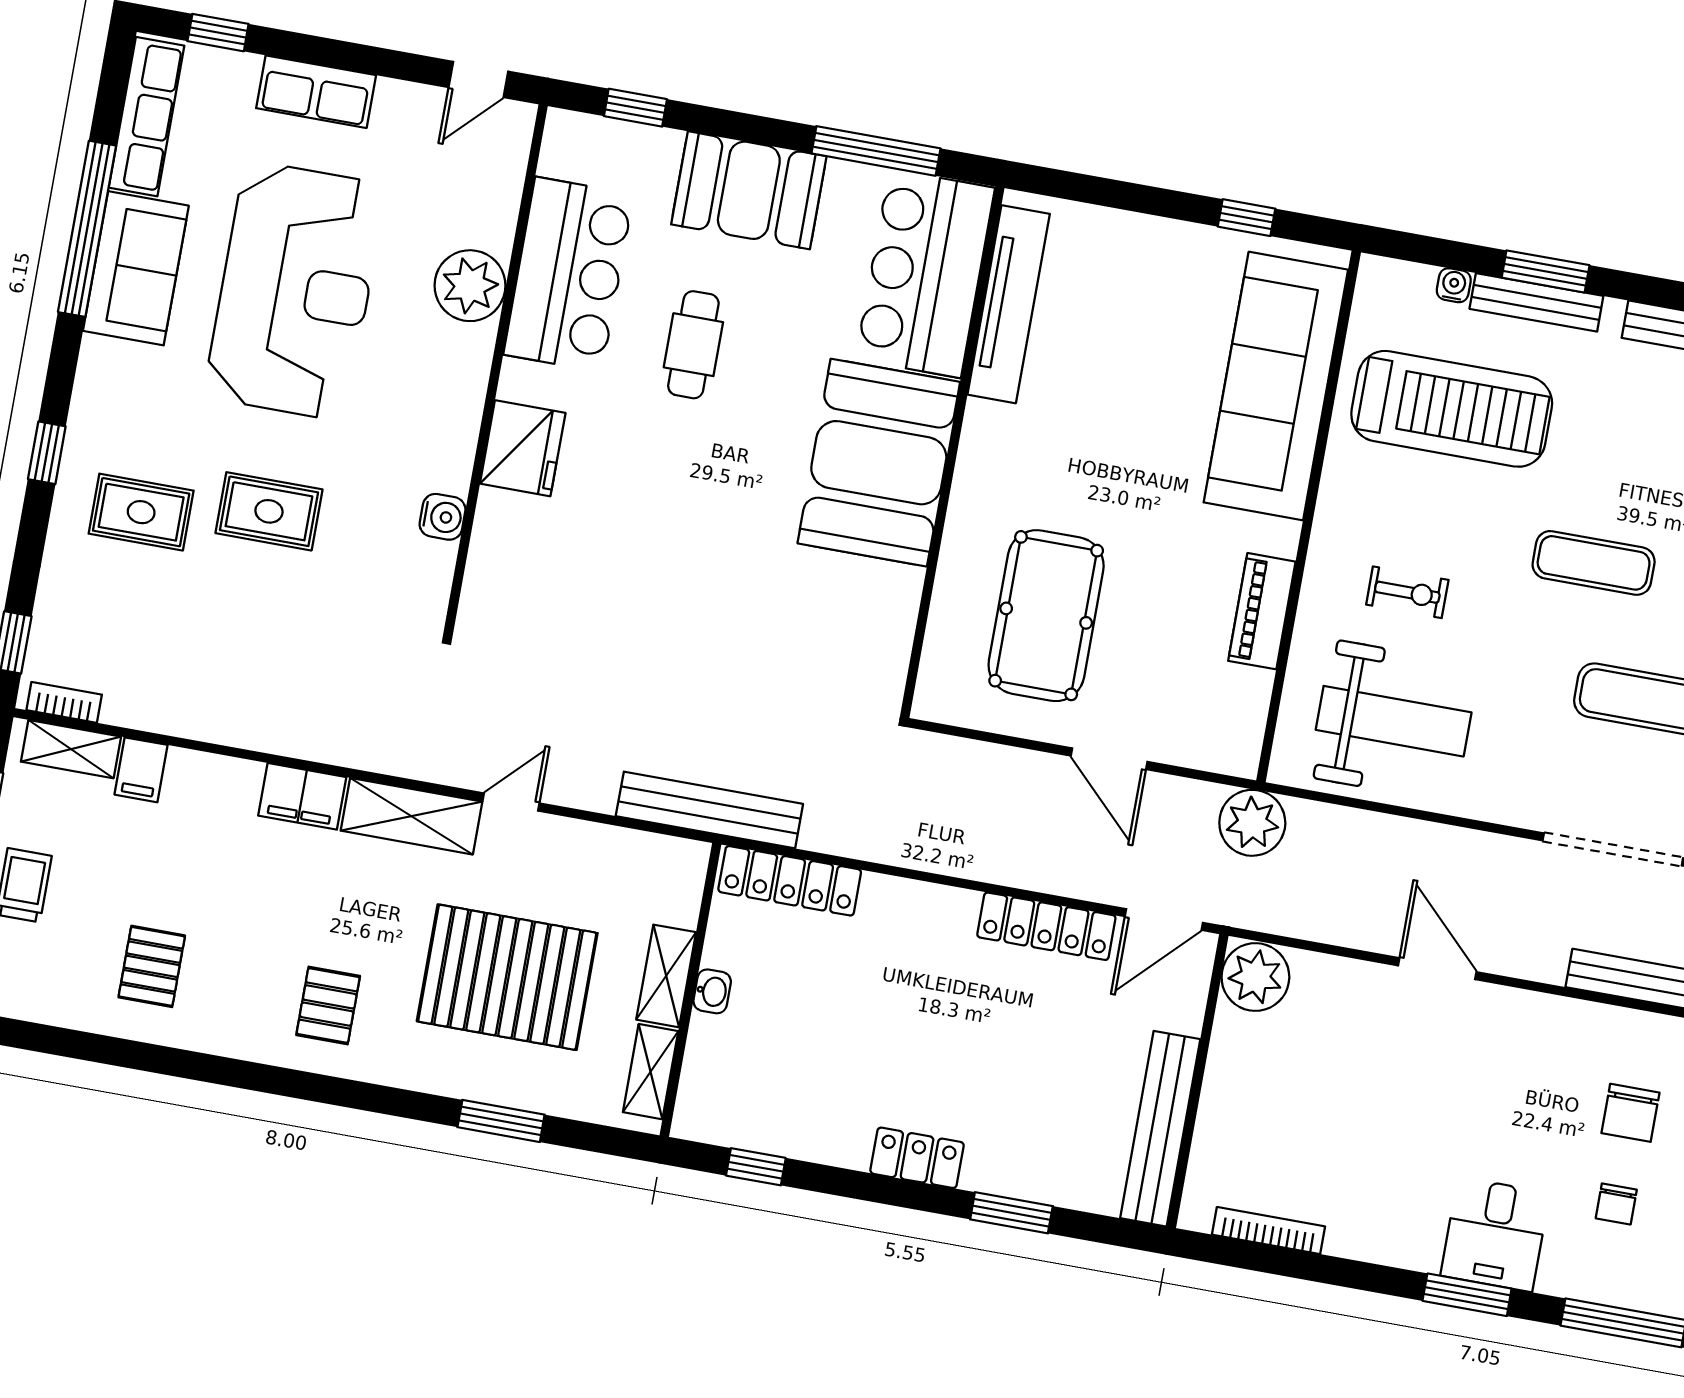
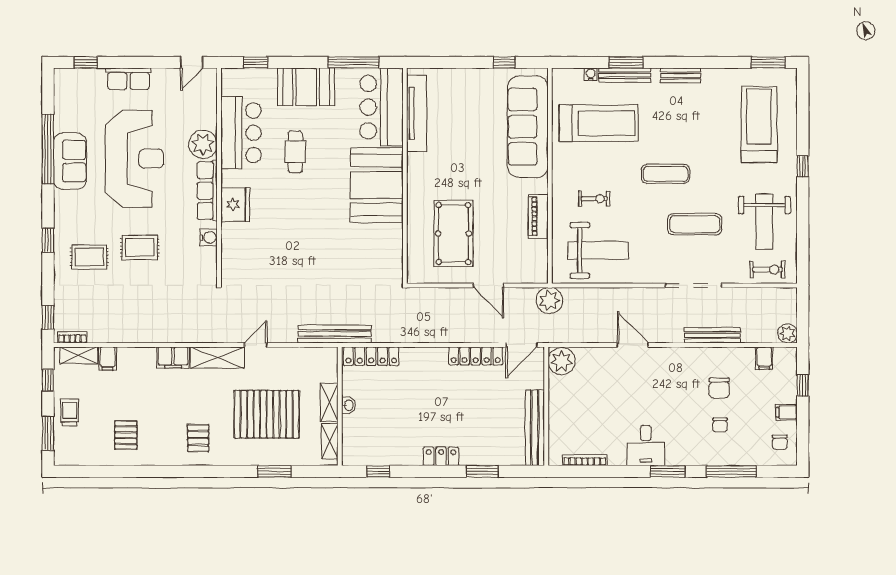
row of seats: (147, 117) -> (207, 191), moved, turned 180
desk: (1495, 1234) -> (646, 446), moved

